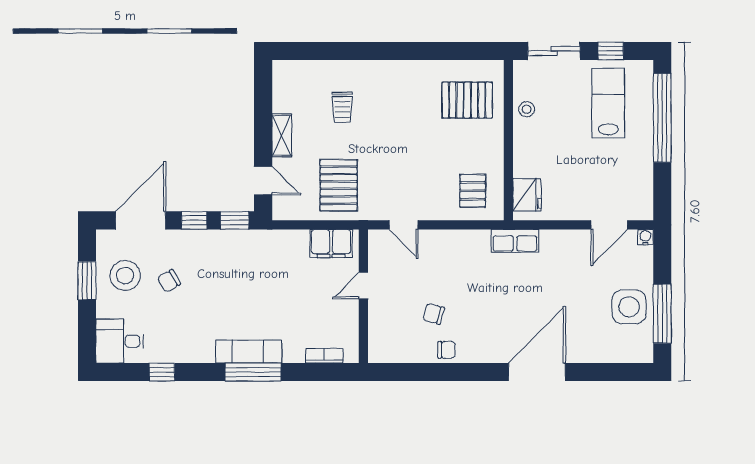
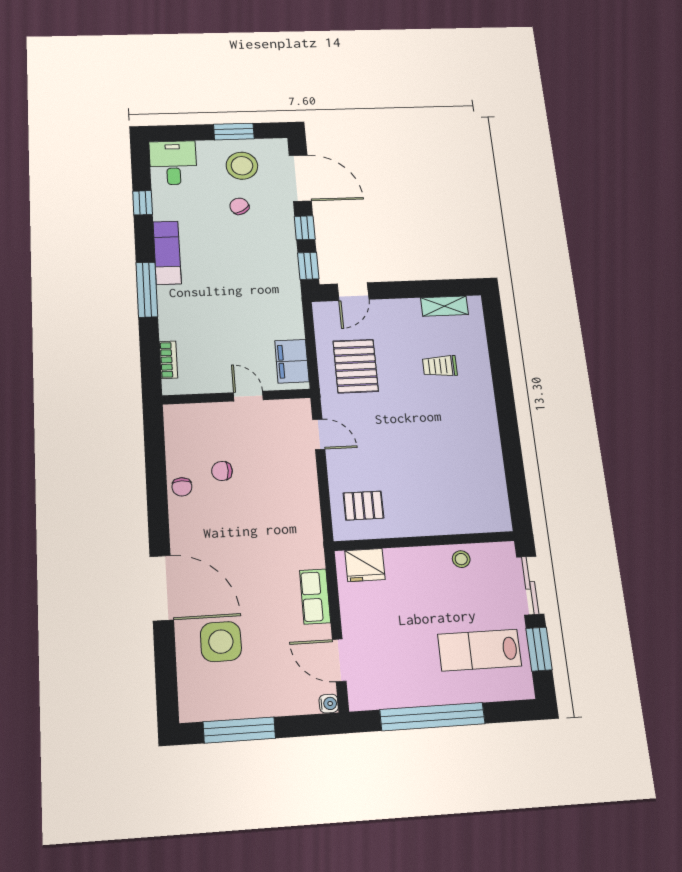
window: (611, 51) -> (539, 649), width x1.50
pallet: (467, 100) -> (463, 494), removed
lab bench: (608, 103) -> (480, 650), turned 180
window: (662, 118) -> (432, 717), moved
shelving: (282, 135) -> (444, 306), moved
pallet: (339, 185) -> (356, 366), turned 90
door: (403, 225) -> (319, 434), swing flipped
row of seats: (515, 241) -> (315, 596), moved
side table: (629, 307) -> (221, 642), moved
chair: (434, 314) -> (222, 471), turned -105
exam couch: (249, 352) -> (167, 253), moved

